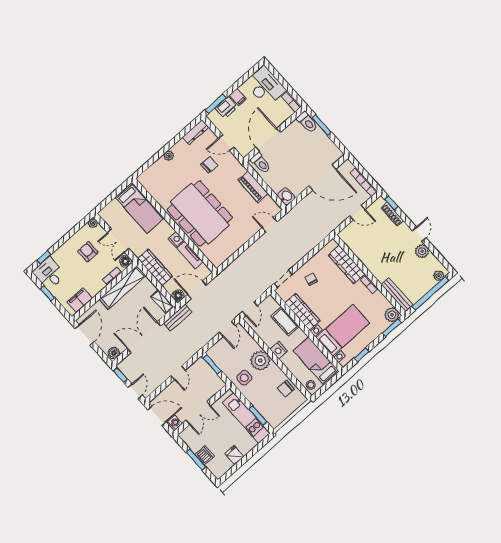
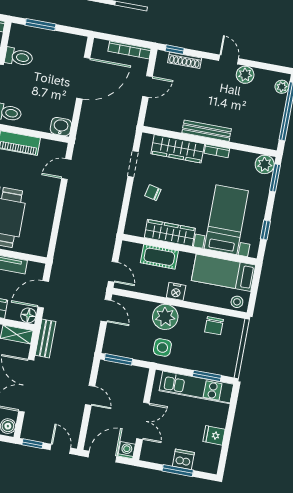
toilet: (307, 122) -> (19, 57), moved
doorway: (283, 279) -> (133, 164), moved
bench: (397, 294) -> (207, 131), moved

